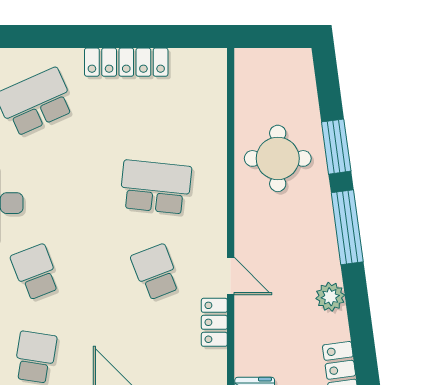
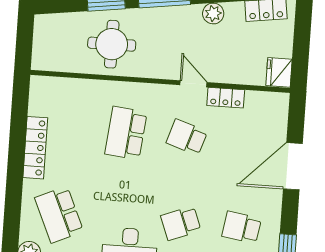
school desk: (156, 272) -> (187, 137), turned 39
door: (231, 276) -> (193, 84), hinge flipped

